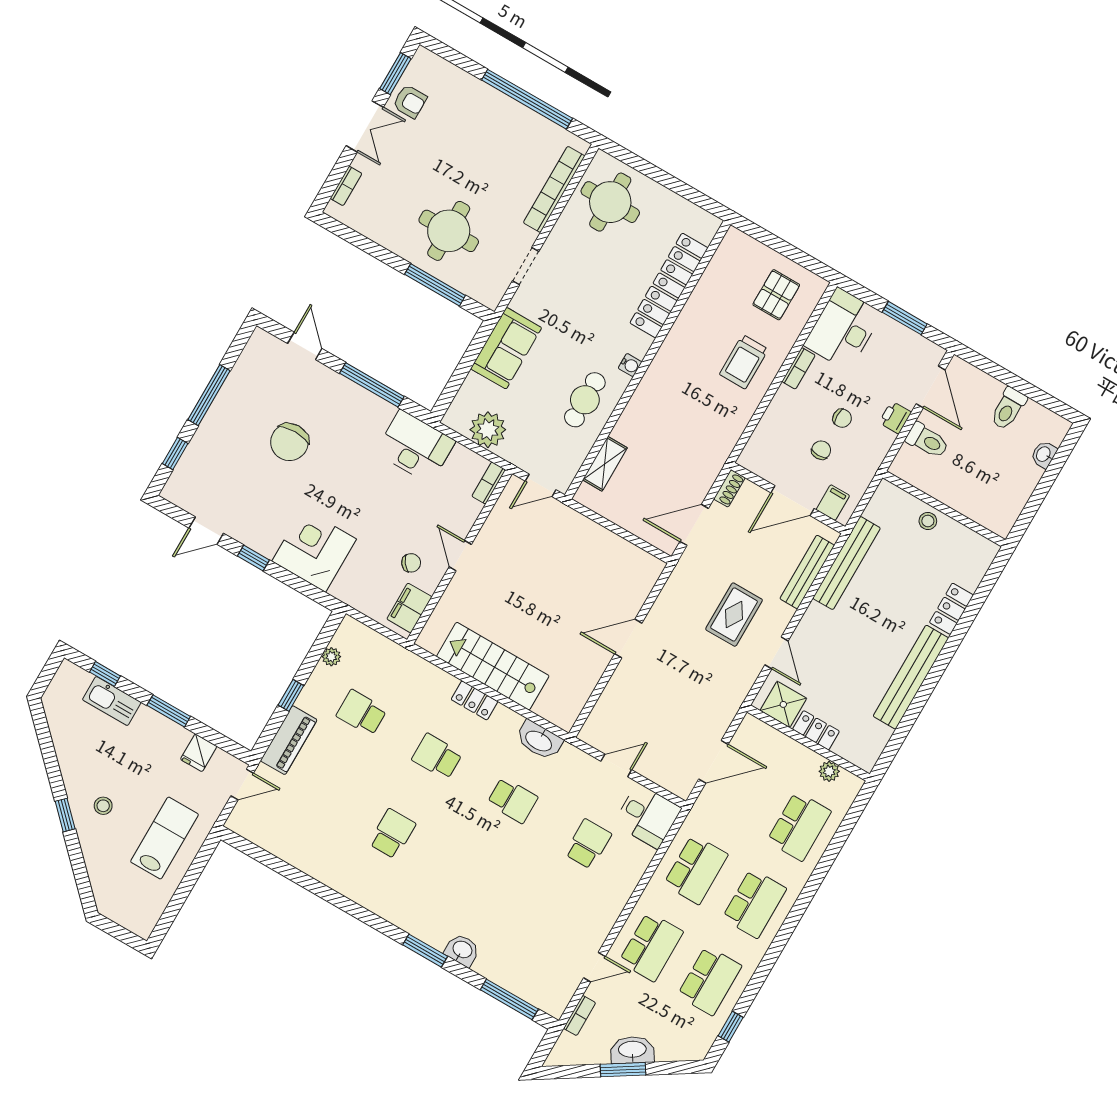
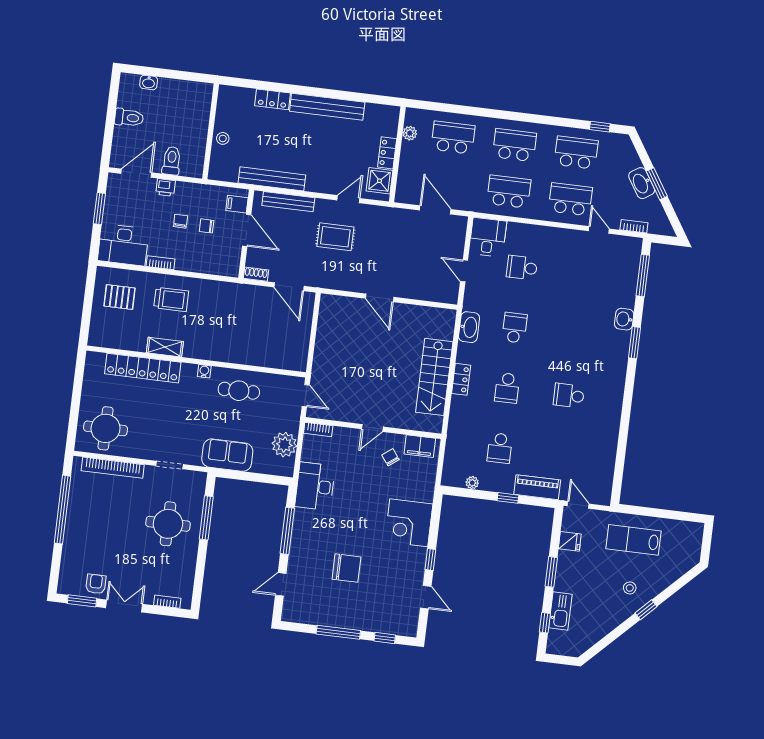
shelving: (605, 464) -> (165, 347), moved

